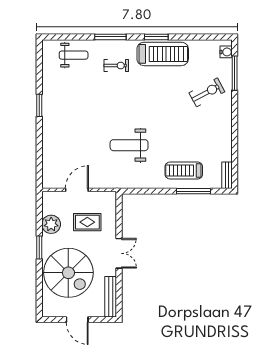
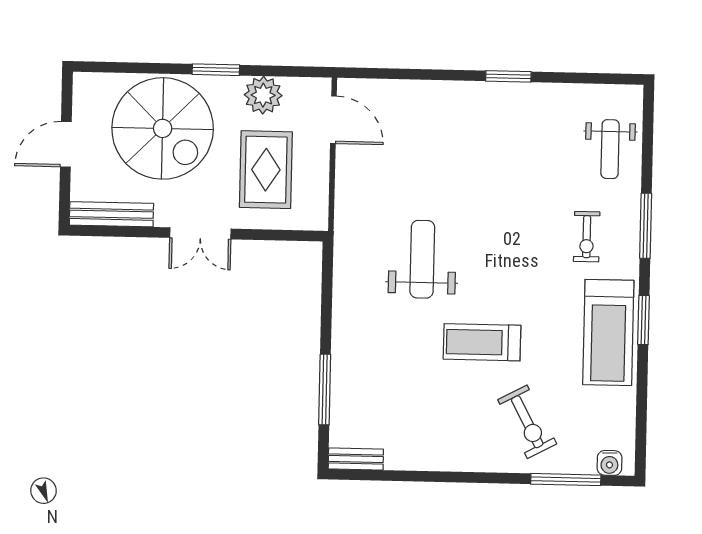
treadmill: (184, 170) -> (482, 342), moved, turned -90
door: (77, 190) -> (333, 120), moved
rug: (87, 222) -> (266, 170), width x1.36, depth x1.43
spiral stairs: (68, 273) -> (163, 128), turned -90

